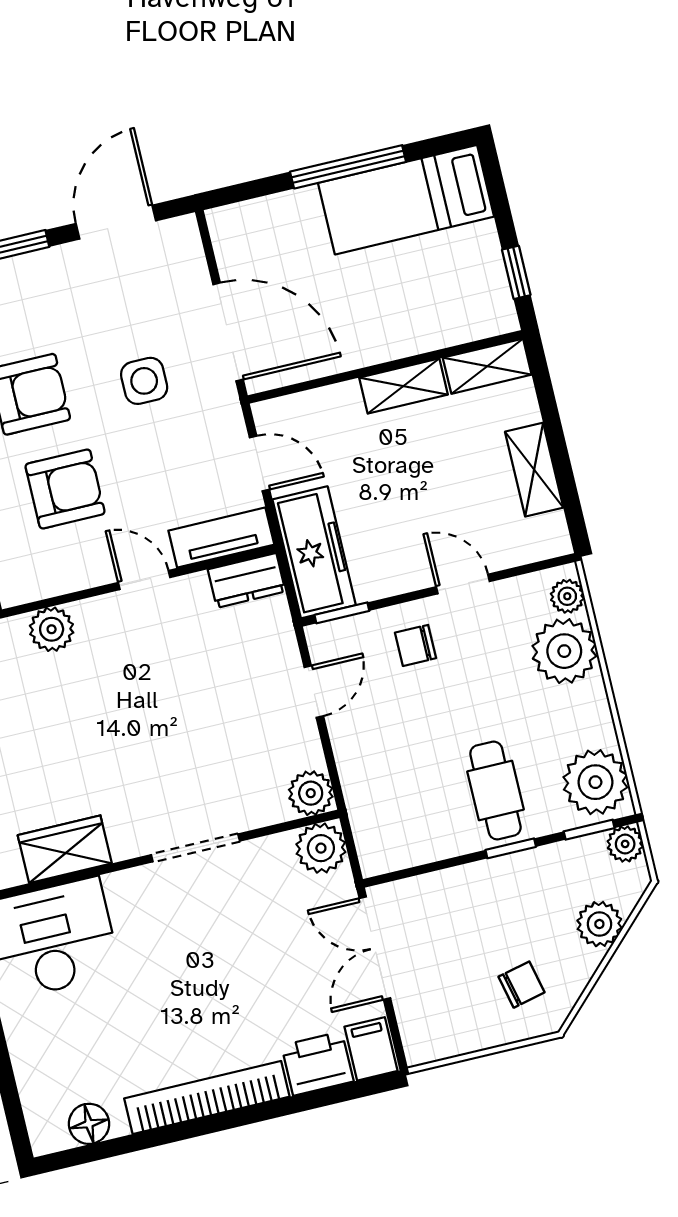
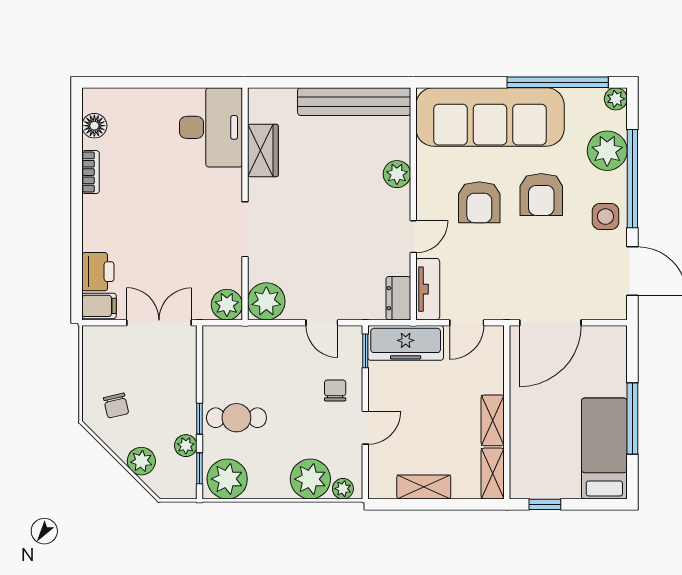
side table: (144, 381) -> (605, 217), moved
plant: (311, 793) -> (266, 301), width x1.36, depth x1.36
plant: (625, 844) -> (186, 446), moved
bookcase: (207, 1098) -> (91, 172), width x0.43, depth x0.76

